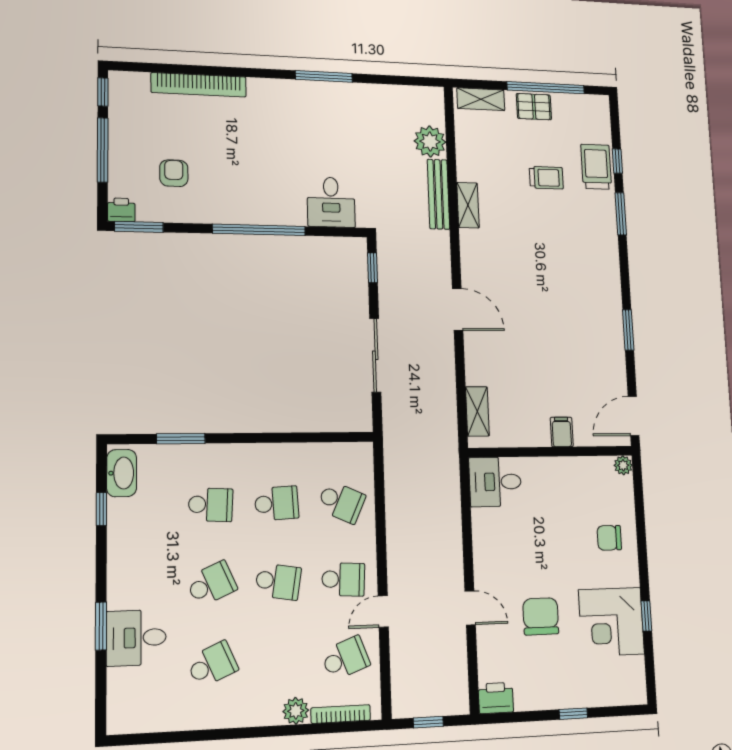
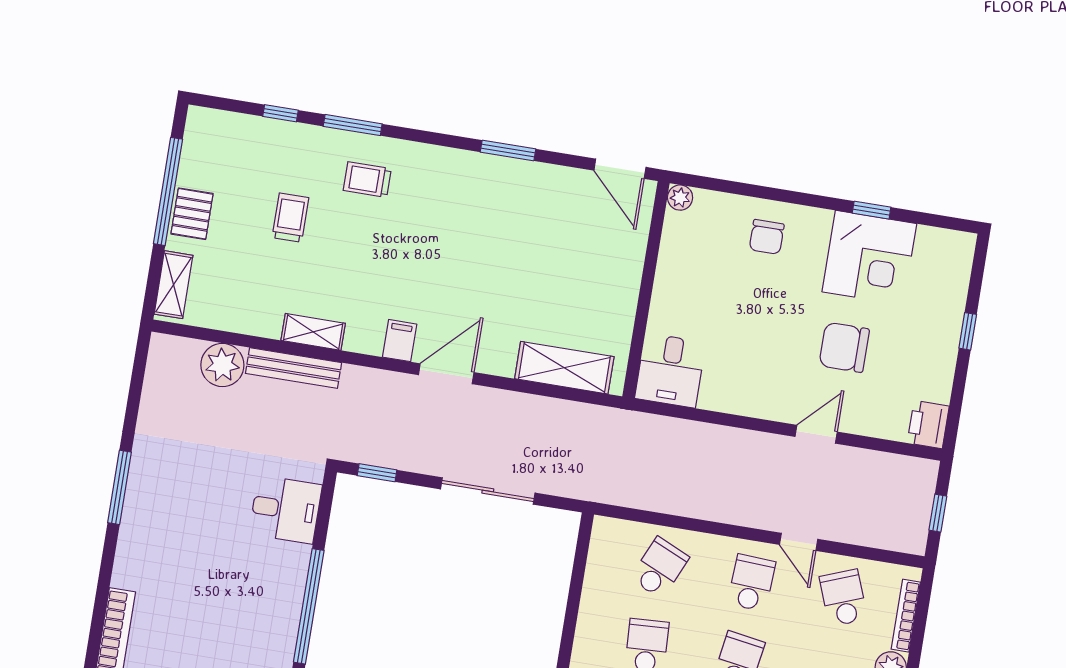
trolley: (596, 167) -> (367, 180), moved, width x0.73, depth x0.72
shelving: (477, 411) -> (564, 368), width x1.50, depth x1.33
filing cabinet: (562, 432) -> (400, 341), moved, turned 90

